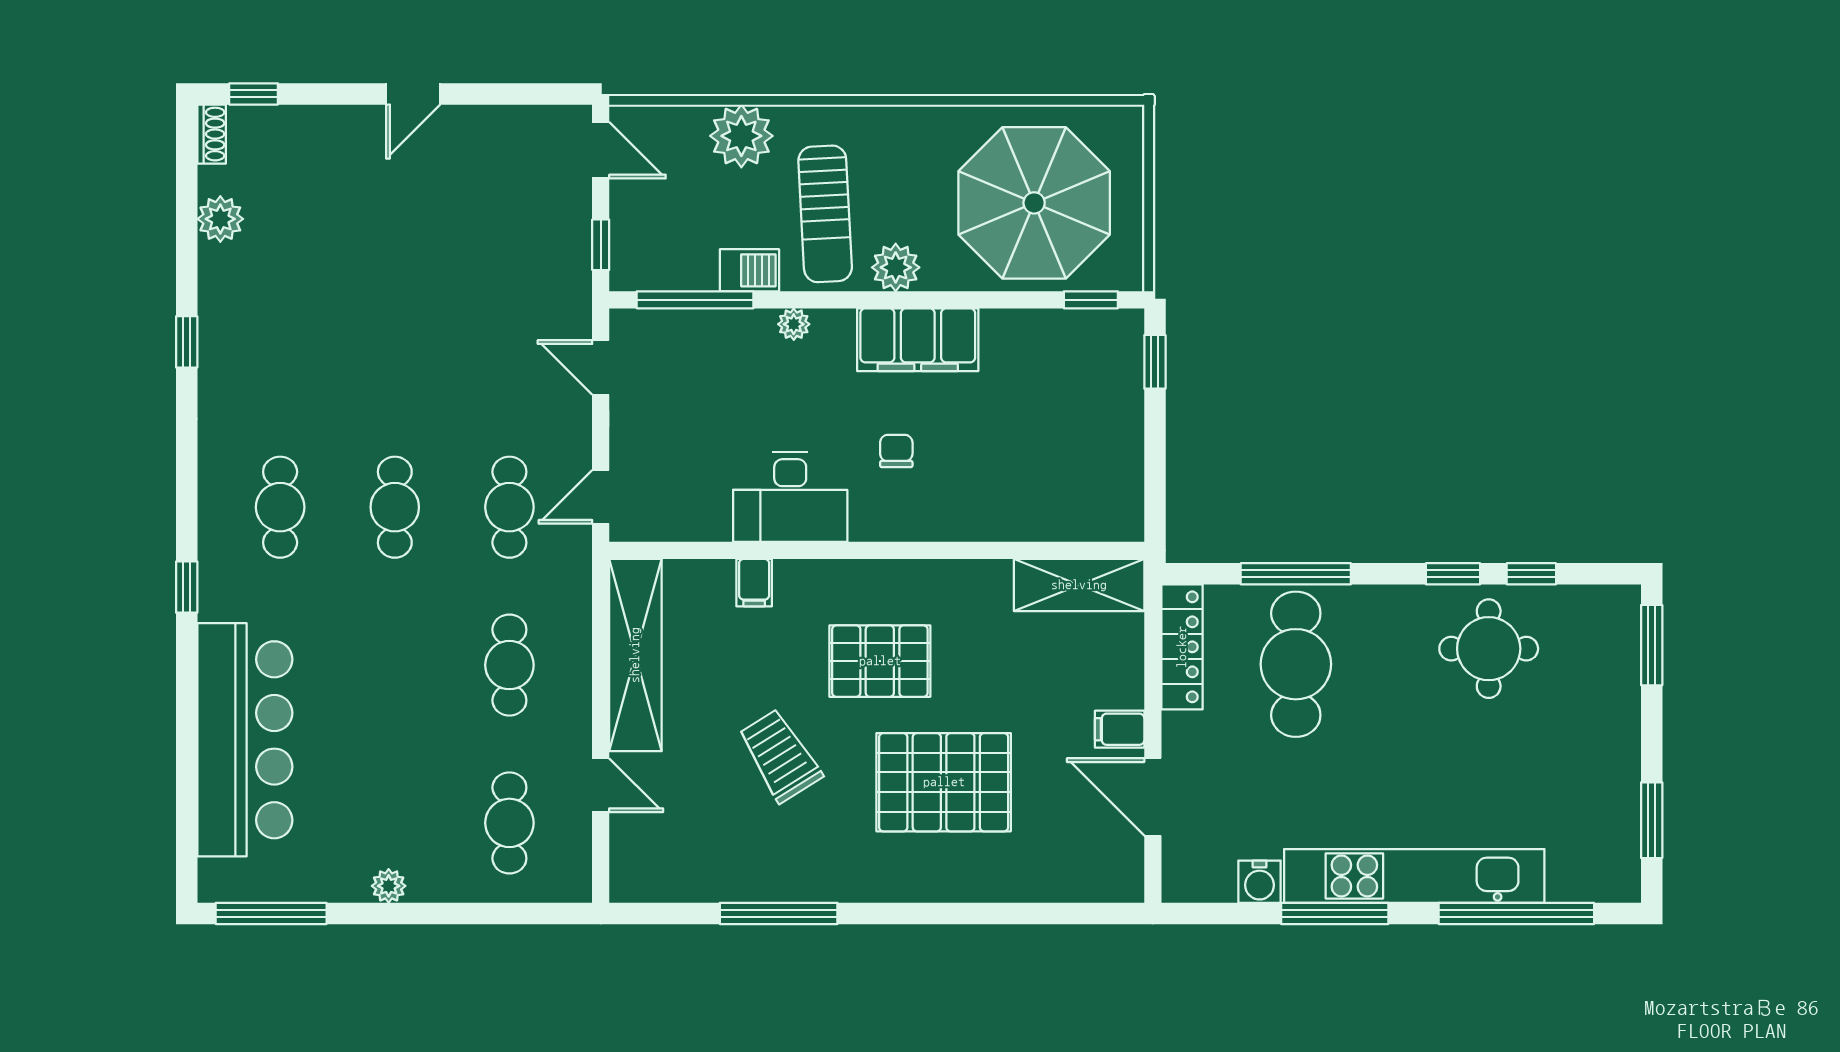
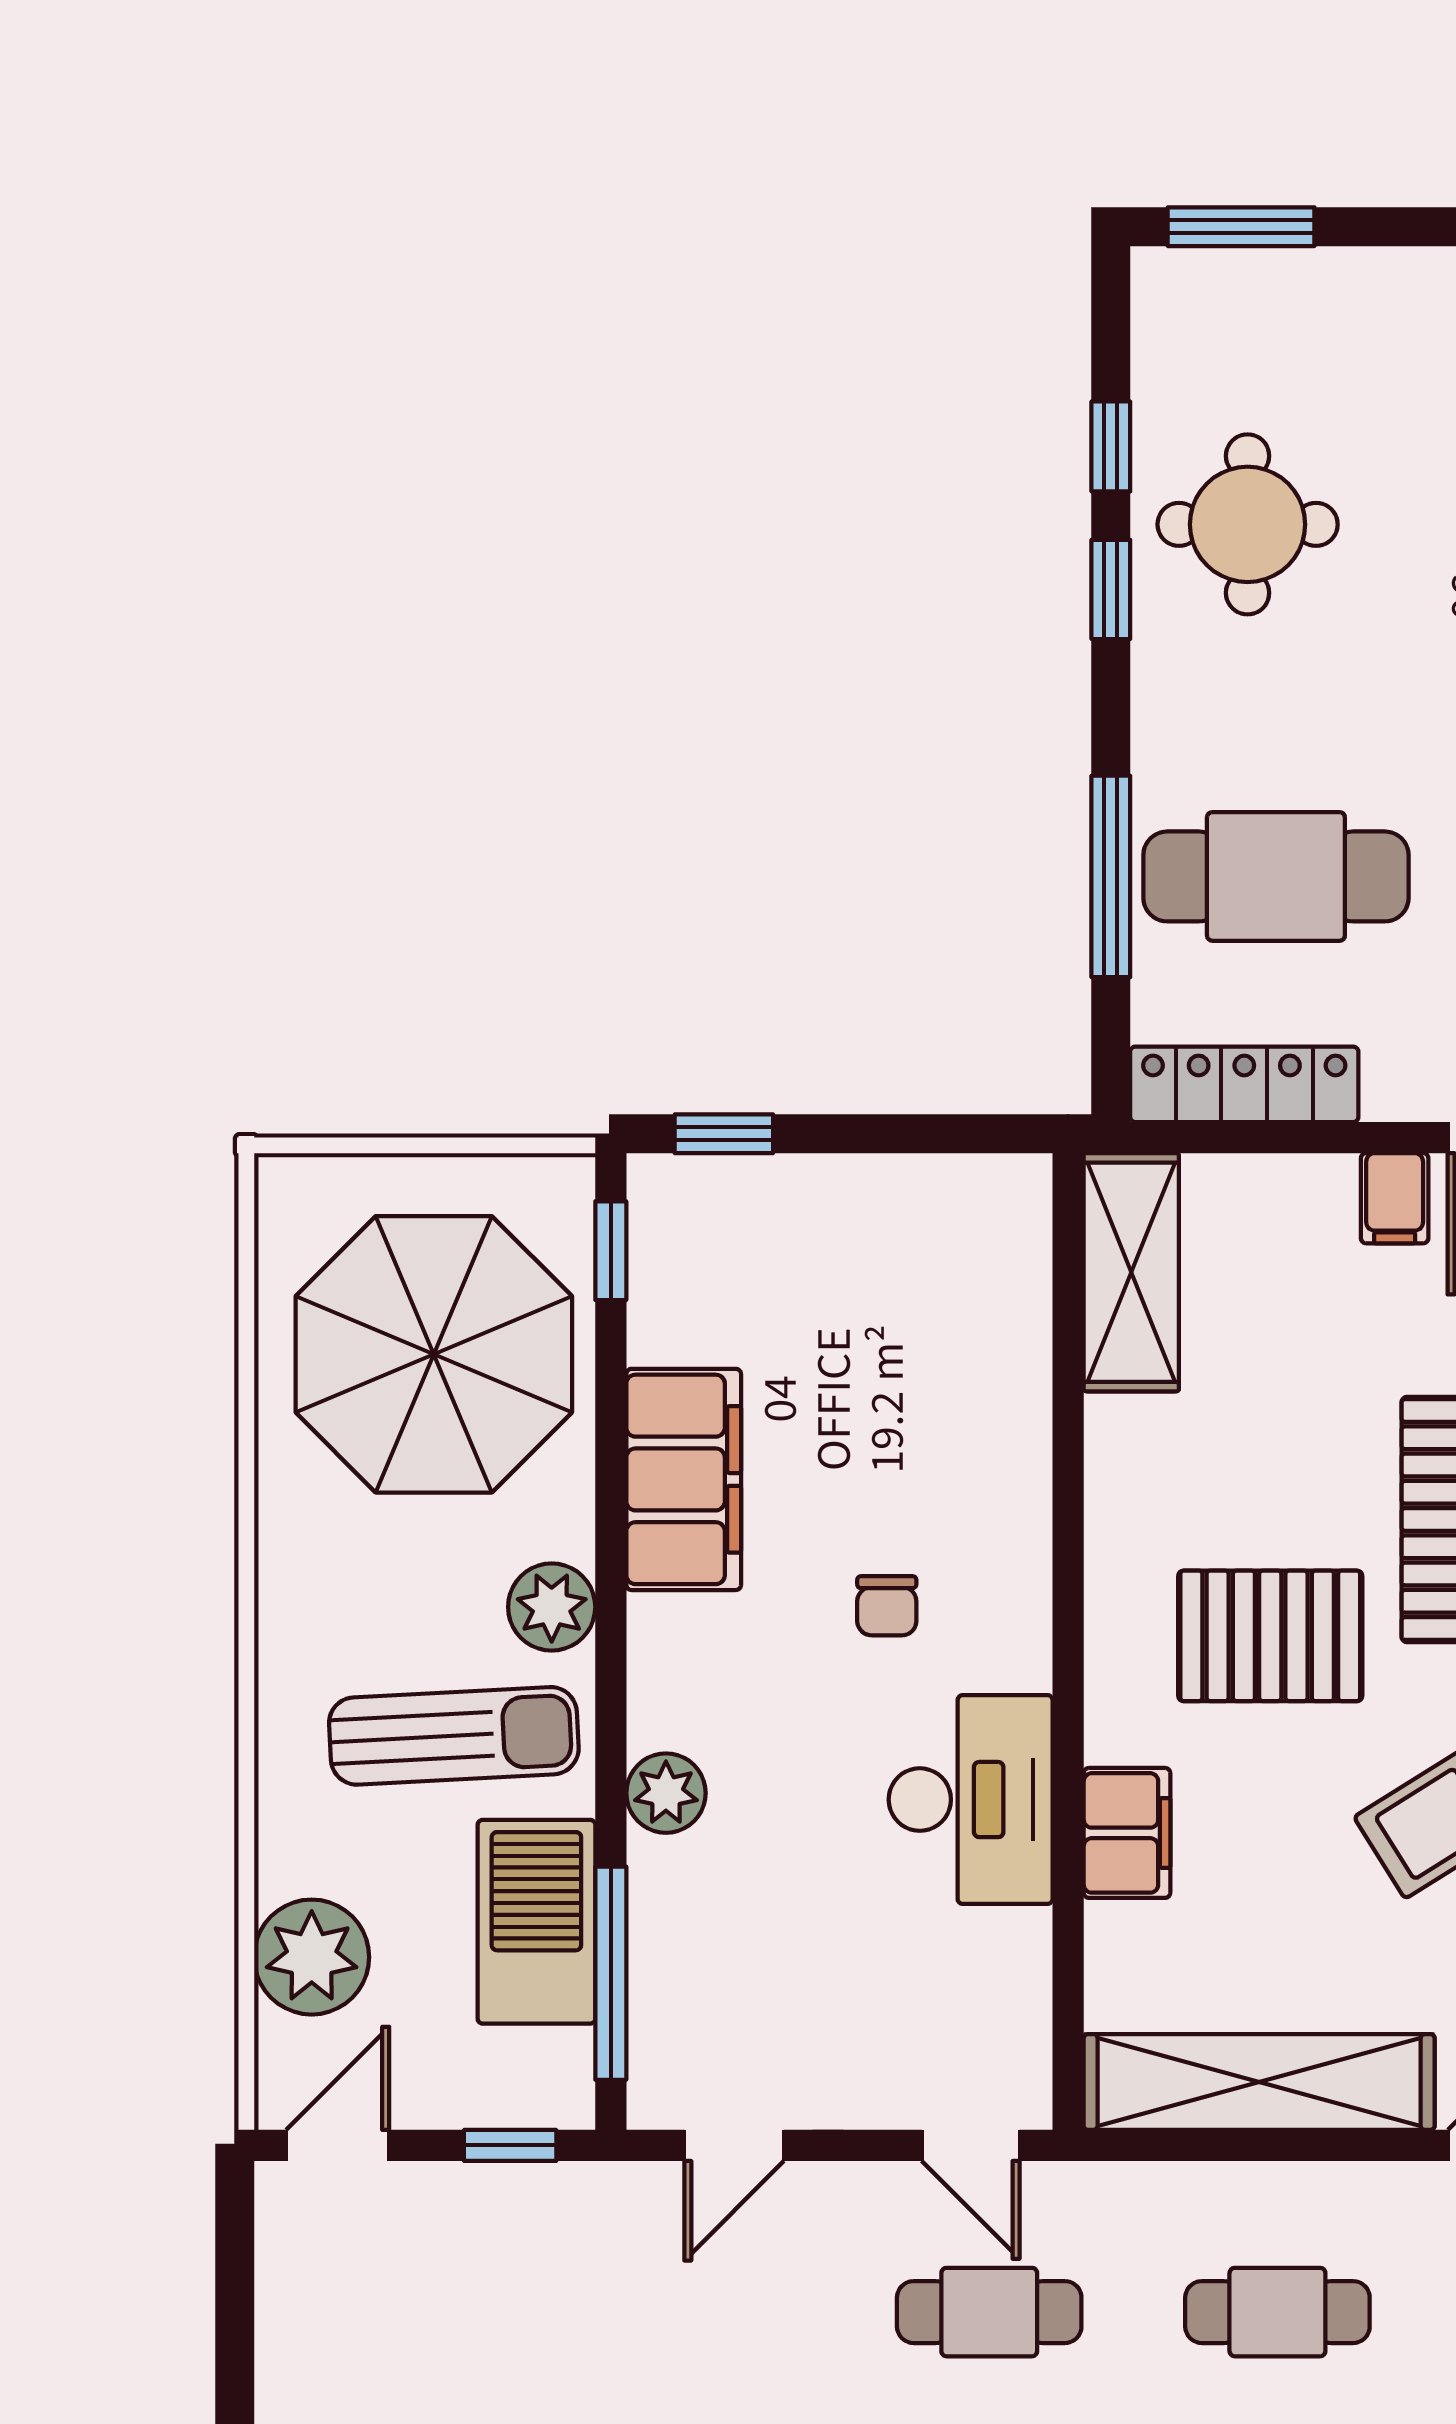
plant: (741, 136) -> (312, 1957), moved
barbecue: (749, 270) -> (536, 1922), width x1.88, depth x1.53
plant: (794, 324) -> (666, 1793), width x1.38, depth x1.38
filing cabinet: (918, 340) -> (684, 1479), moved
chair: (896, 451) -> (887, 1606), turned -90
filing cabinet: (754, 583) -> (1127, 1833), width x2.00
pallet: (880, 661) -> (1270, 1636), turned 90

